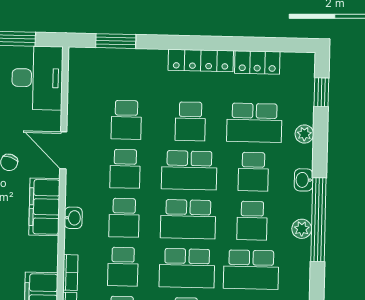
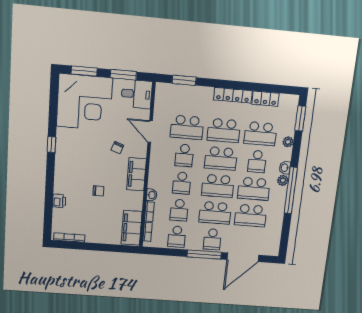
desk: (37, 78) -> (137, 94), width x0.73
window: (321, 92) -> (300, 118), width x1.50
school desk: (126, 120) -> (187, 127), width x1.85
school desk: (190, 121) -> (224, 130), width x1.85
door: (63, 150) -> (150, 132), moved
washbasin: (73, 218) -> (152, 195), moved
school desk: (252, 221) -> (254, 189), width x1.85
plant: (302, 229) -> (283, 180), moved

